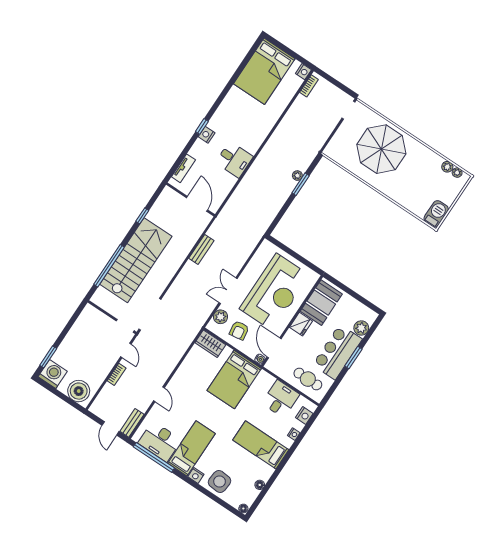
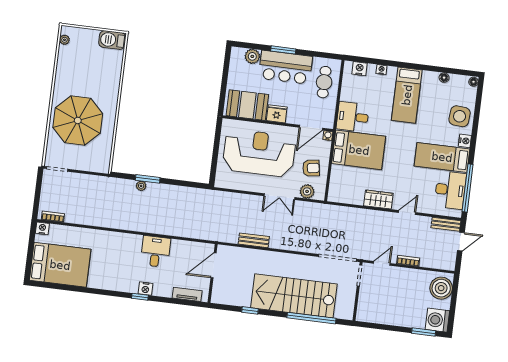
plant: (447, 167) -> (64, 51), removed
wardrobe: (210, 344) -> (378, 199), moved, turned -90
desk: (281, 399) -> (353, 117), moved

